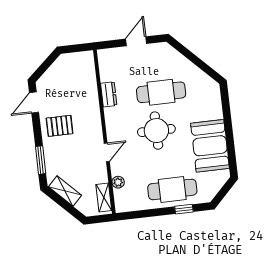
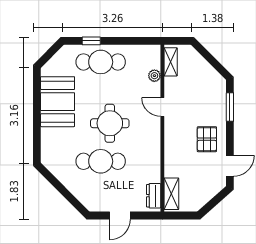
dresser: (109, 94) -> (154, 196), moved
pallet: (60, 126) -> (207, 139), turned 90
door: (107, 152) -> (162, 107), hinge flipped
shelving: (65, 191) -> (171, 194), moved, turned 45

